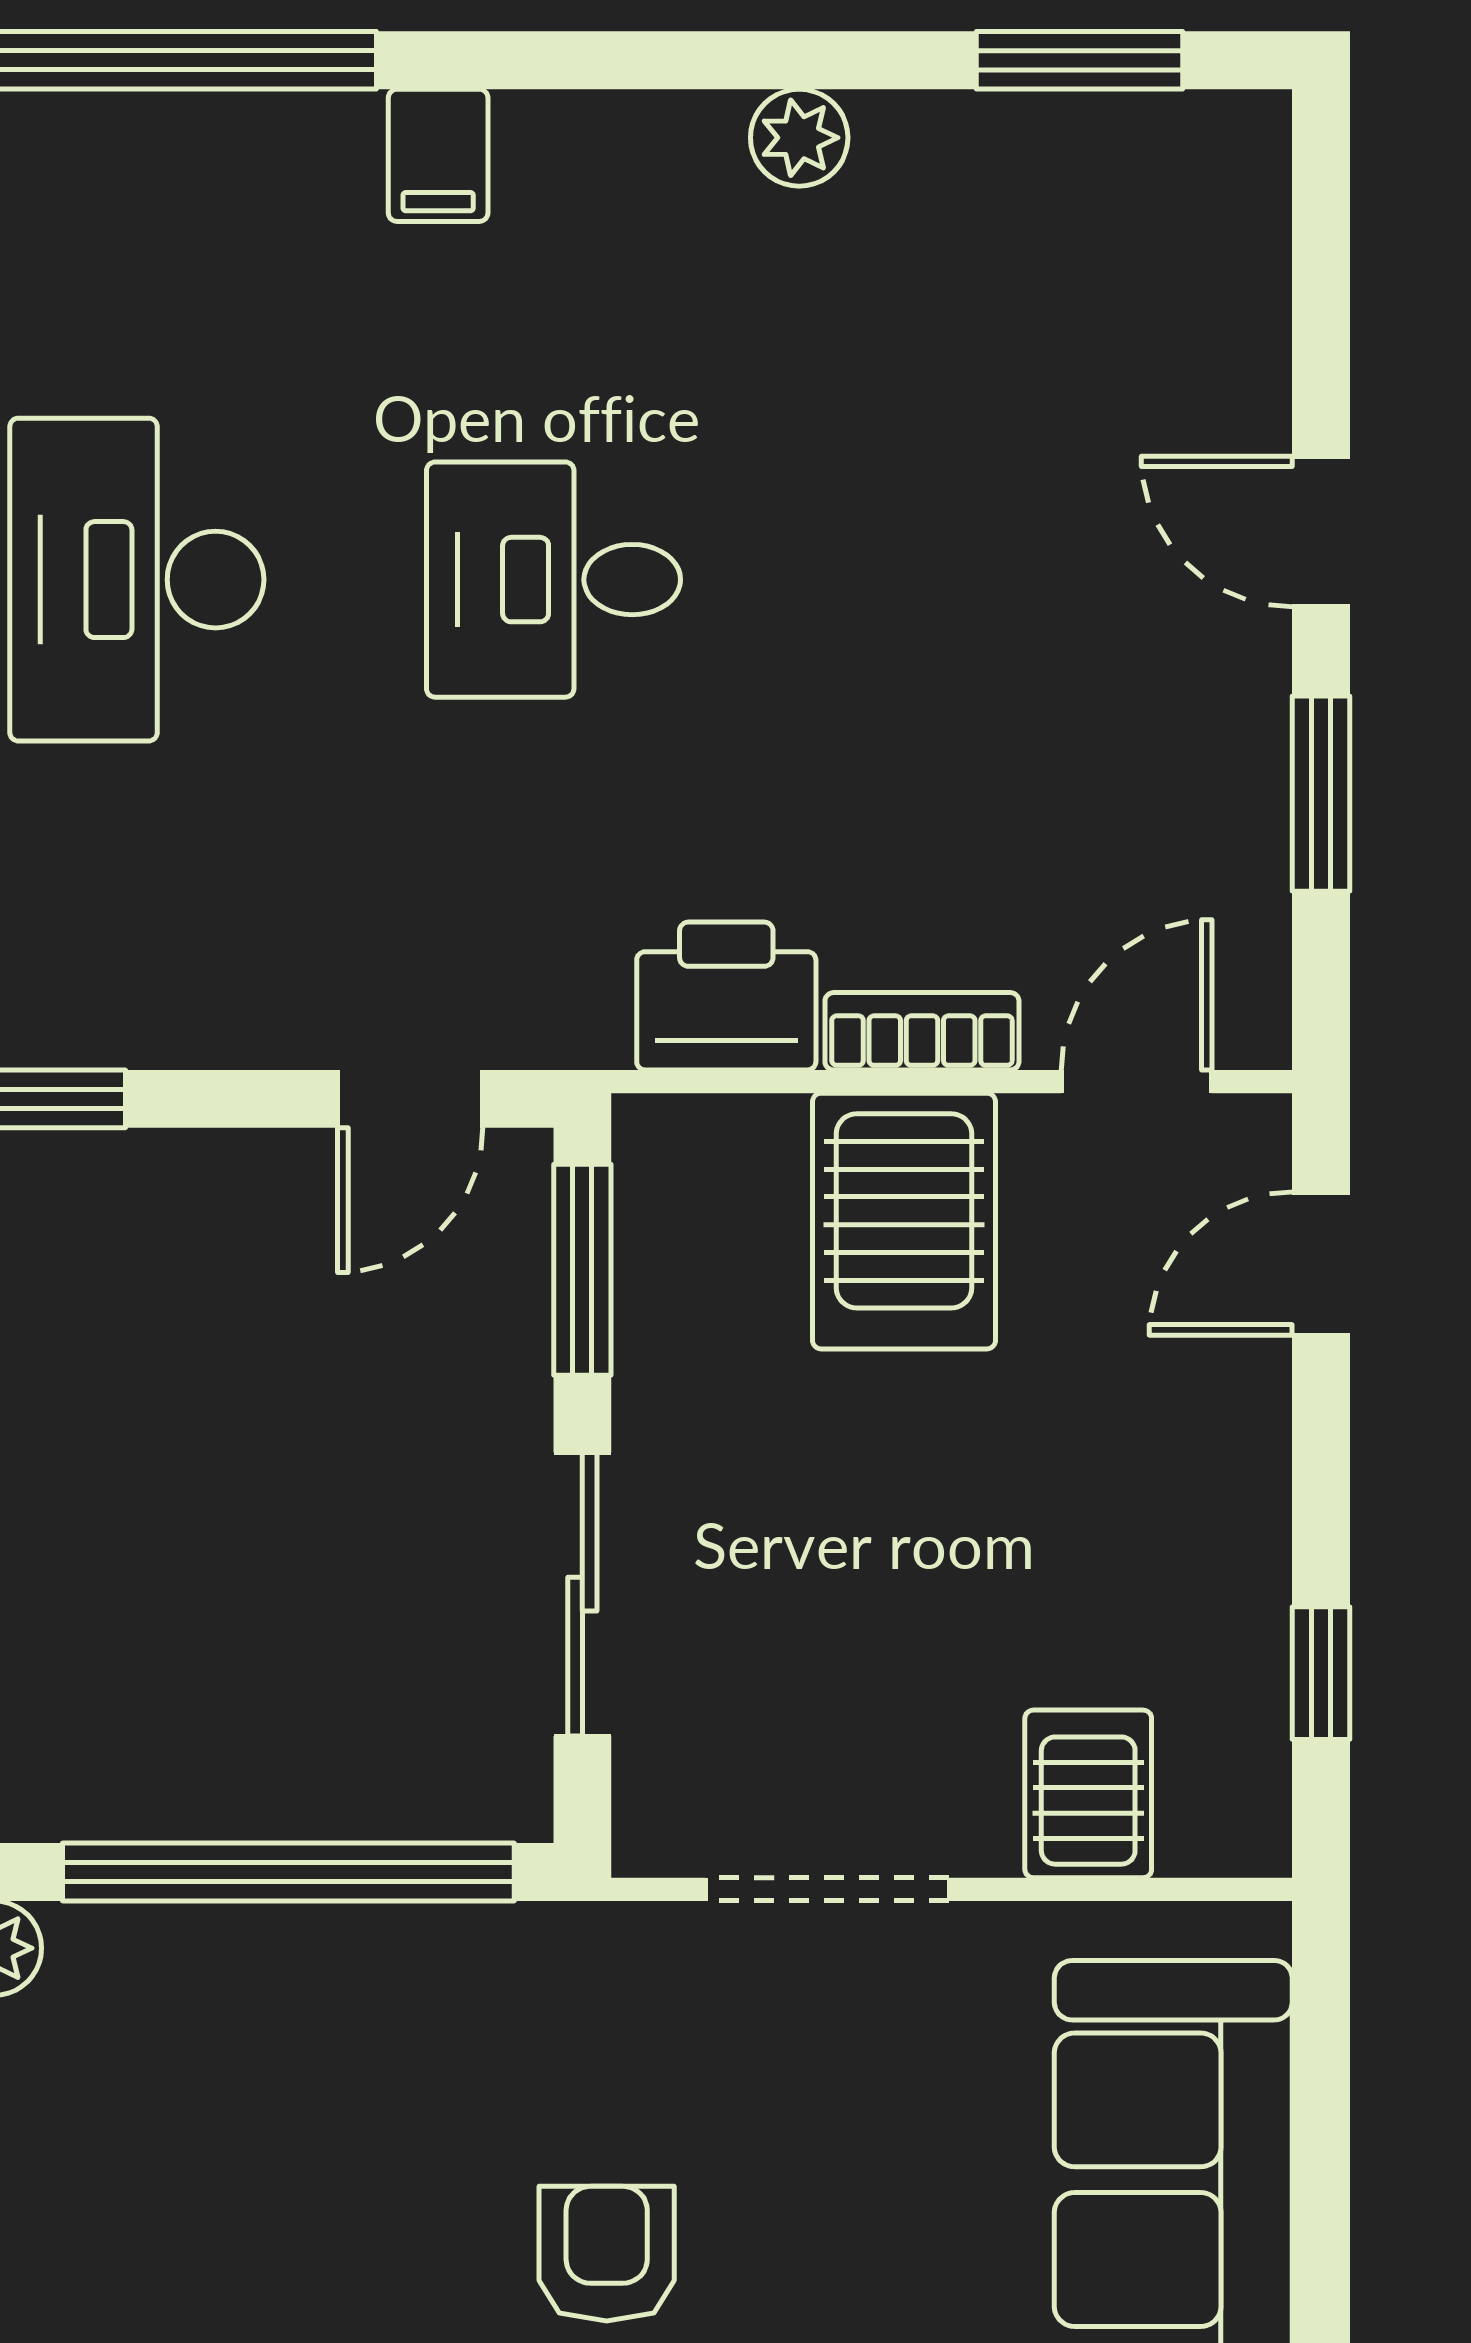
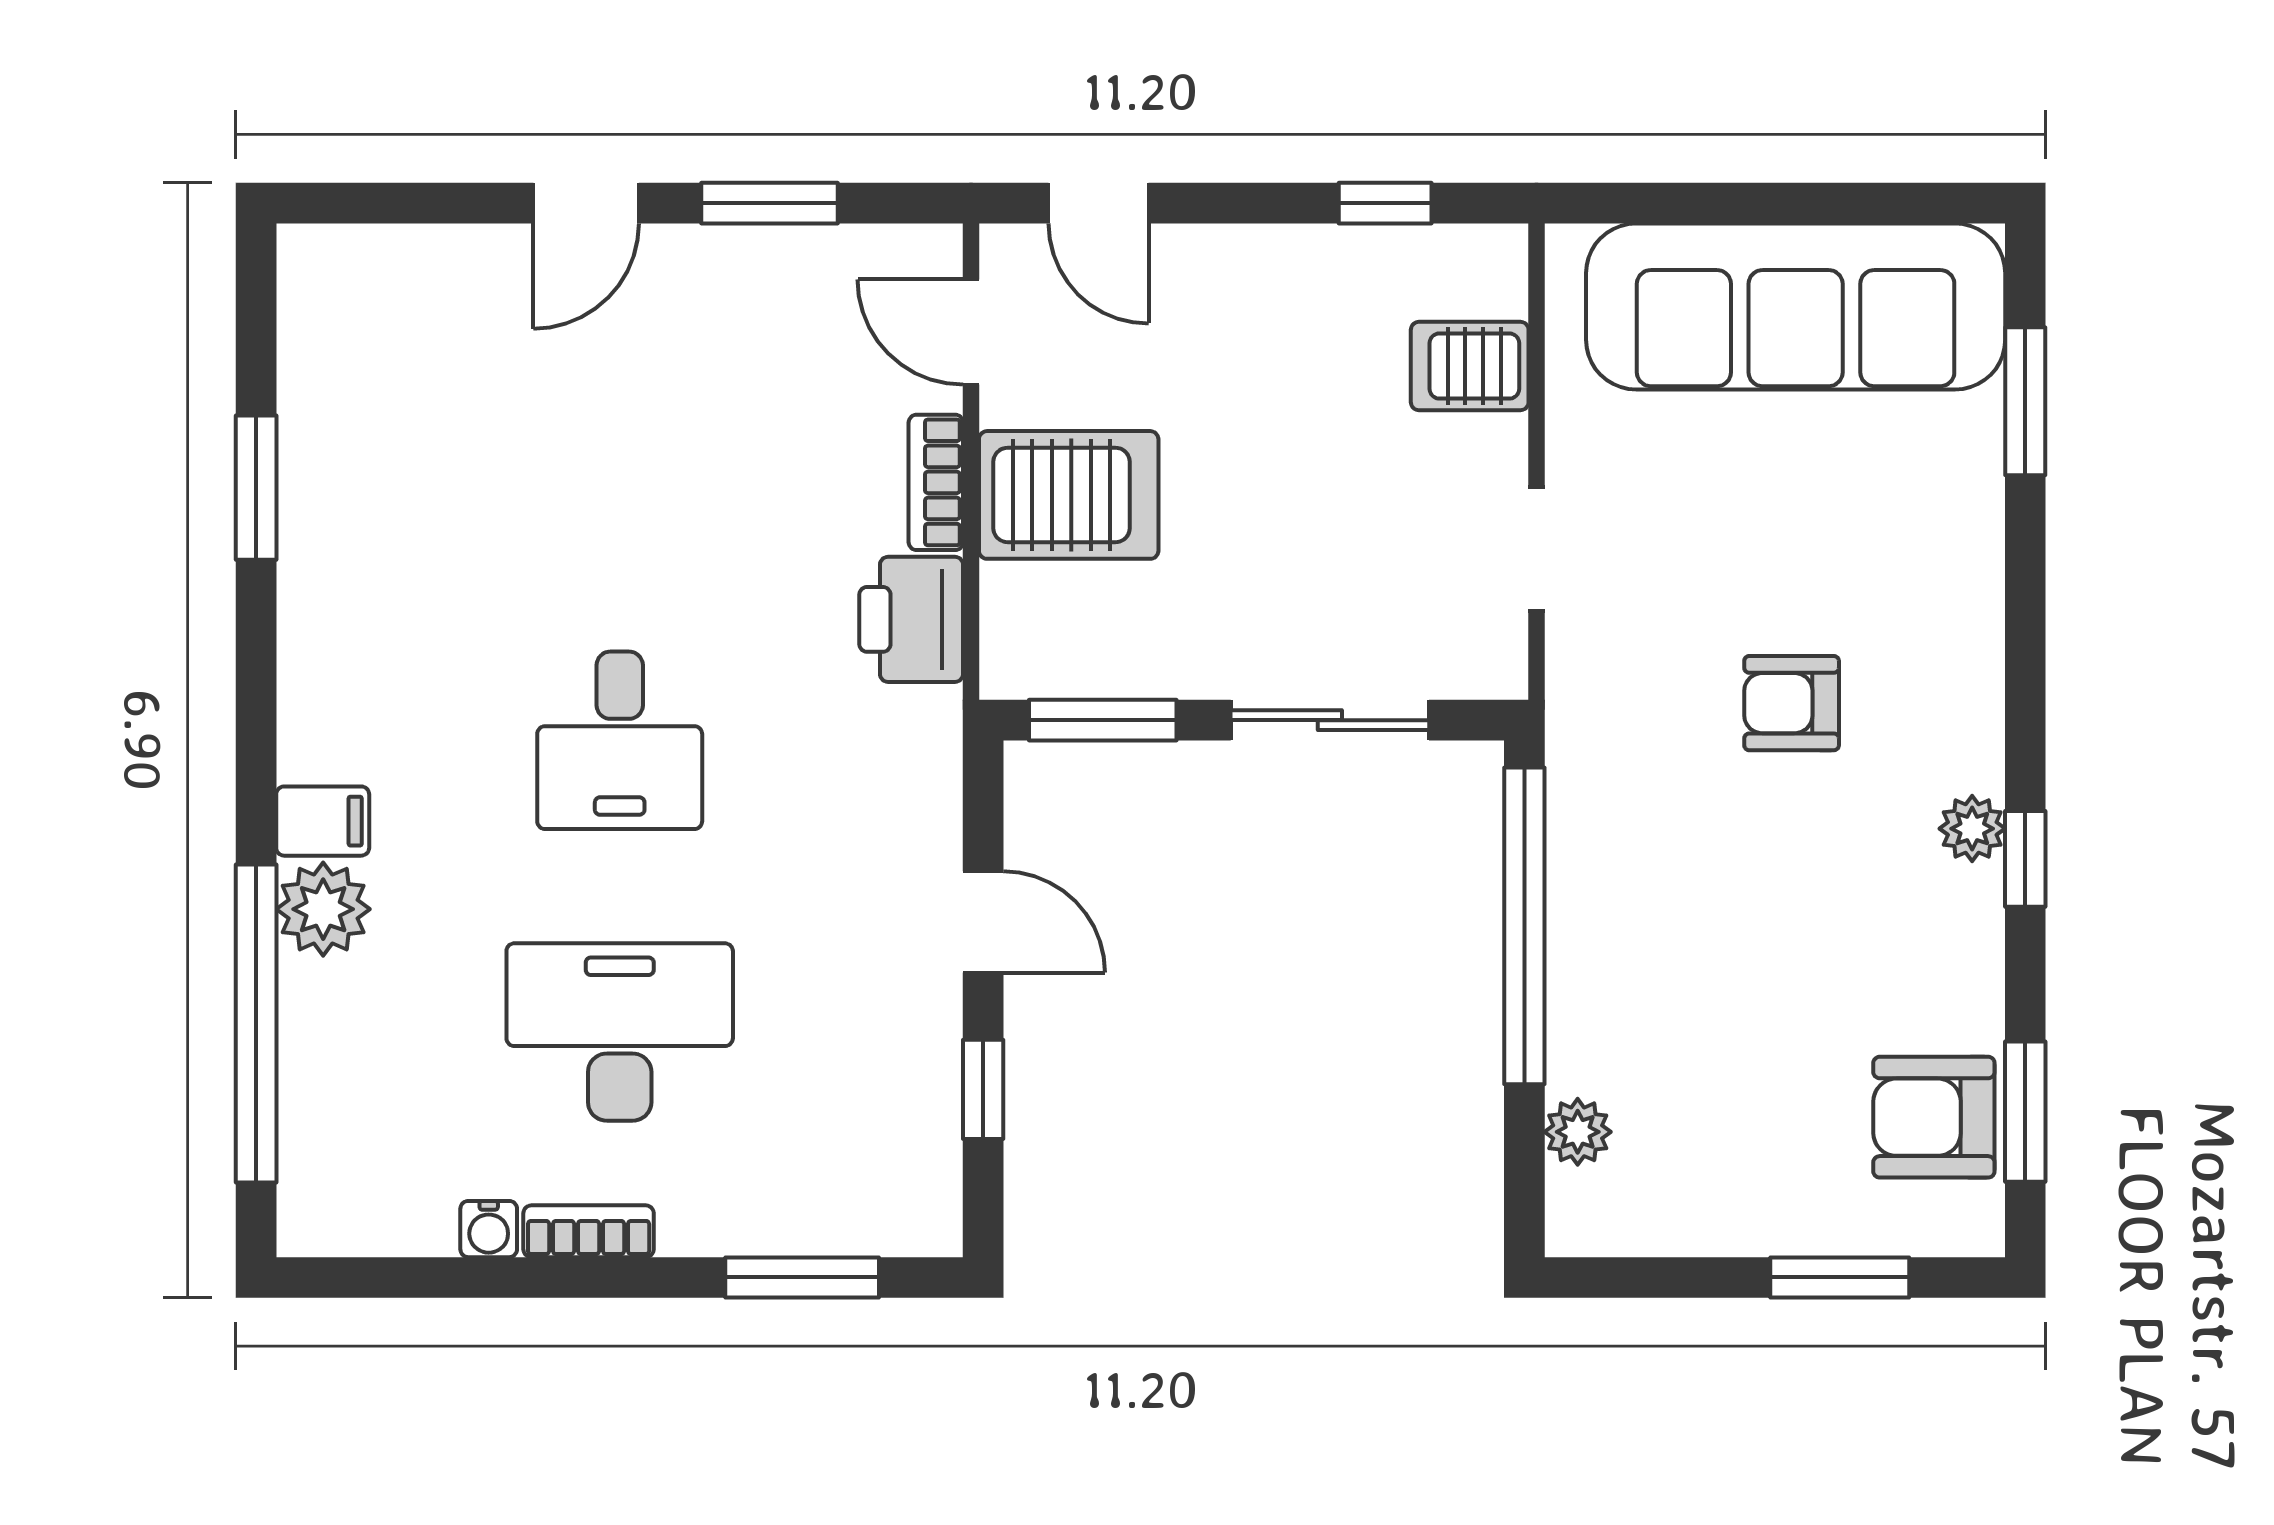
window: (1079, 60) -> (256, 488), moved
plant: (799, 138) -> (323, 909), moved, width x1.38, depth x1.38
desk: (137, 580) -> (620, 1032), turned 180
door: (410, 1099) -> (983, 922), moved
doorway: (827, 1889) -> (1537, 549), width x0.73

